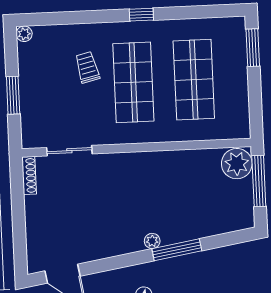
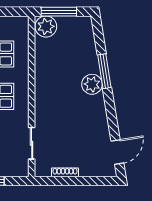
shoe rack: (29, 175) -> (65, 172), moved
plant: (152, 241) -> (92, 84), width x1.88, depth x1.88

